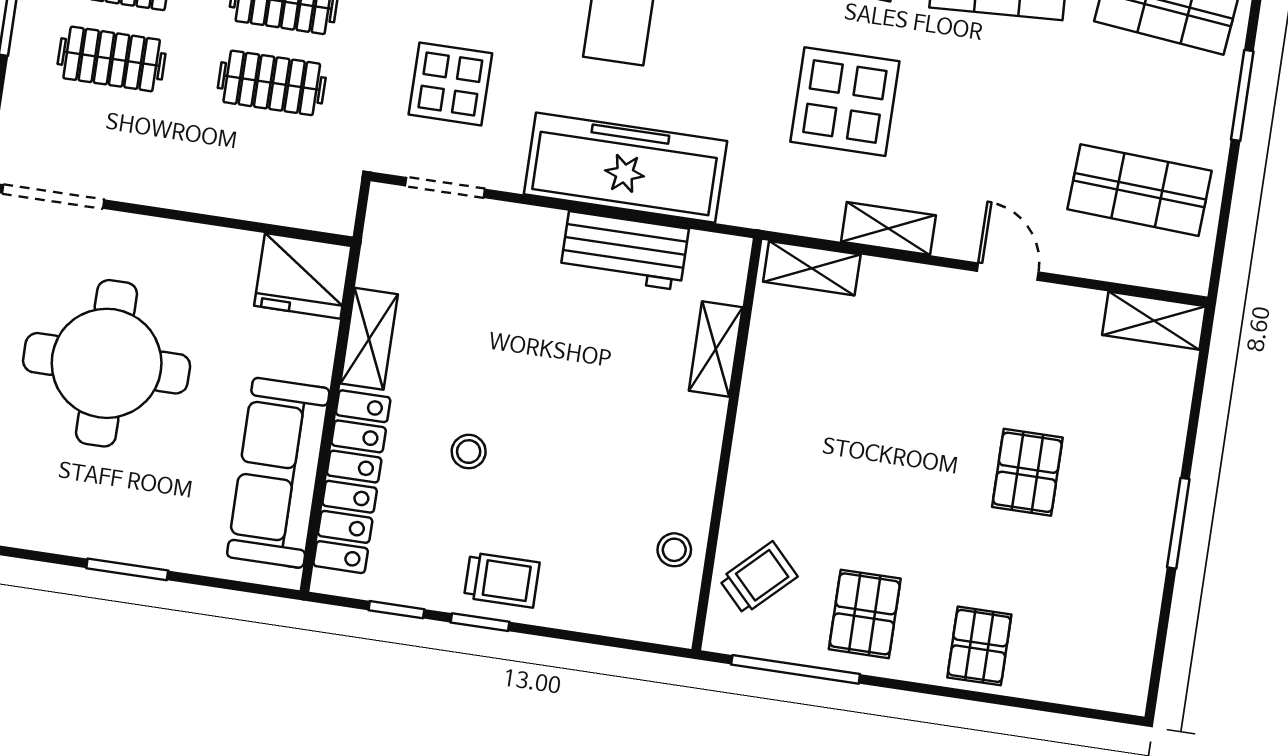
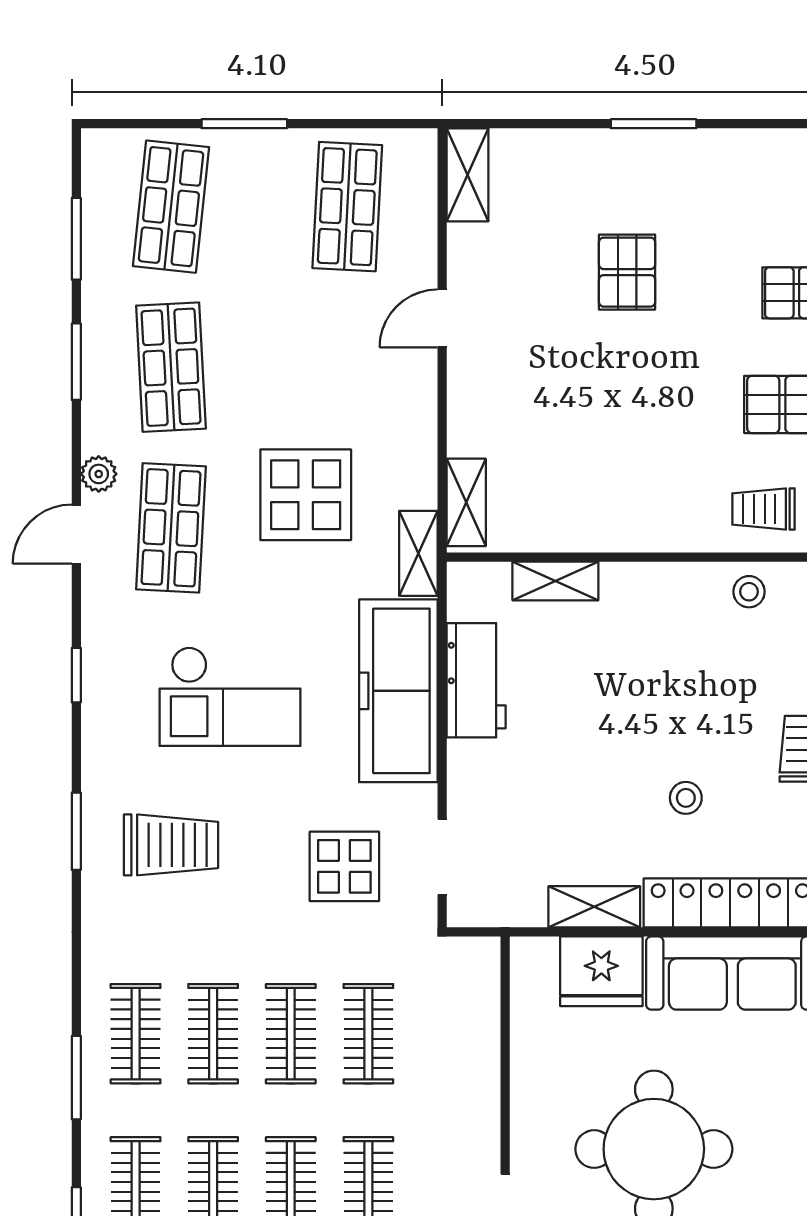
shelving: (888, 228) -> (418, 553), moved
fridge: (303, 276) -> (601, 971), moved, turned 90
pallet: (1027, 472) -> (627, 272), turned 90
trolley: (758, 578) -> (764, 509), turned -46

